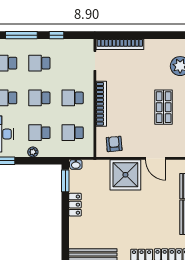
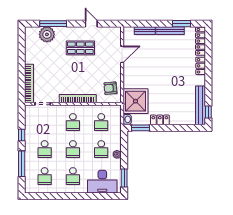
shower: (125, 175) -> (136, 101), moved

